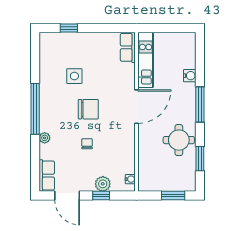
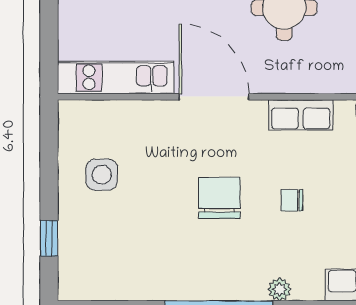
row of seats: (128, 47) -> (301, 115), moved
side table: (74, 76) -> (102, 175), moved

